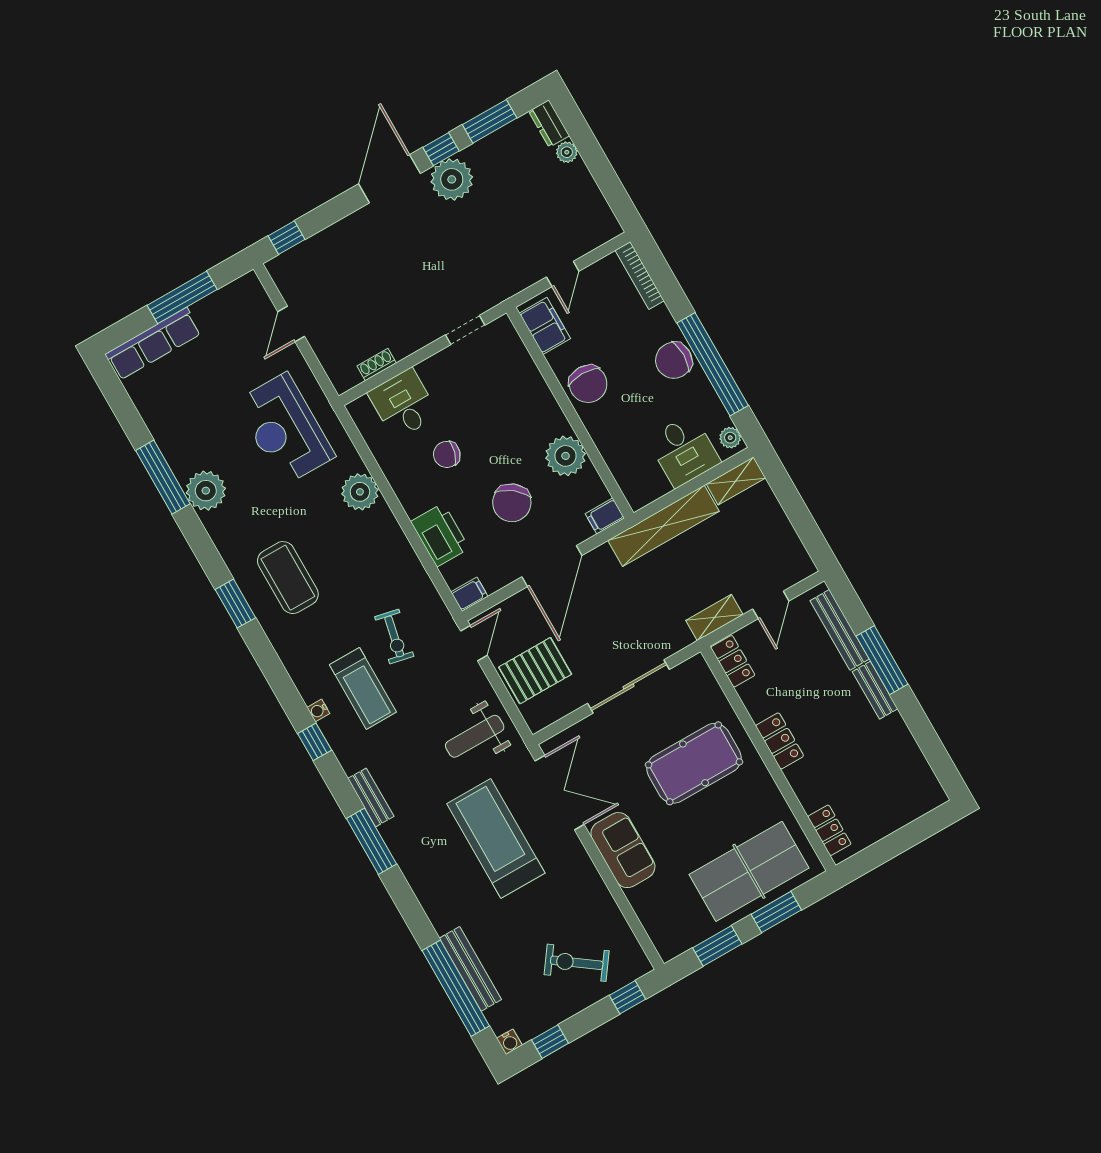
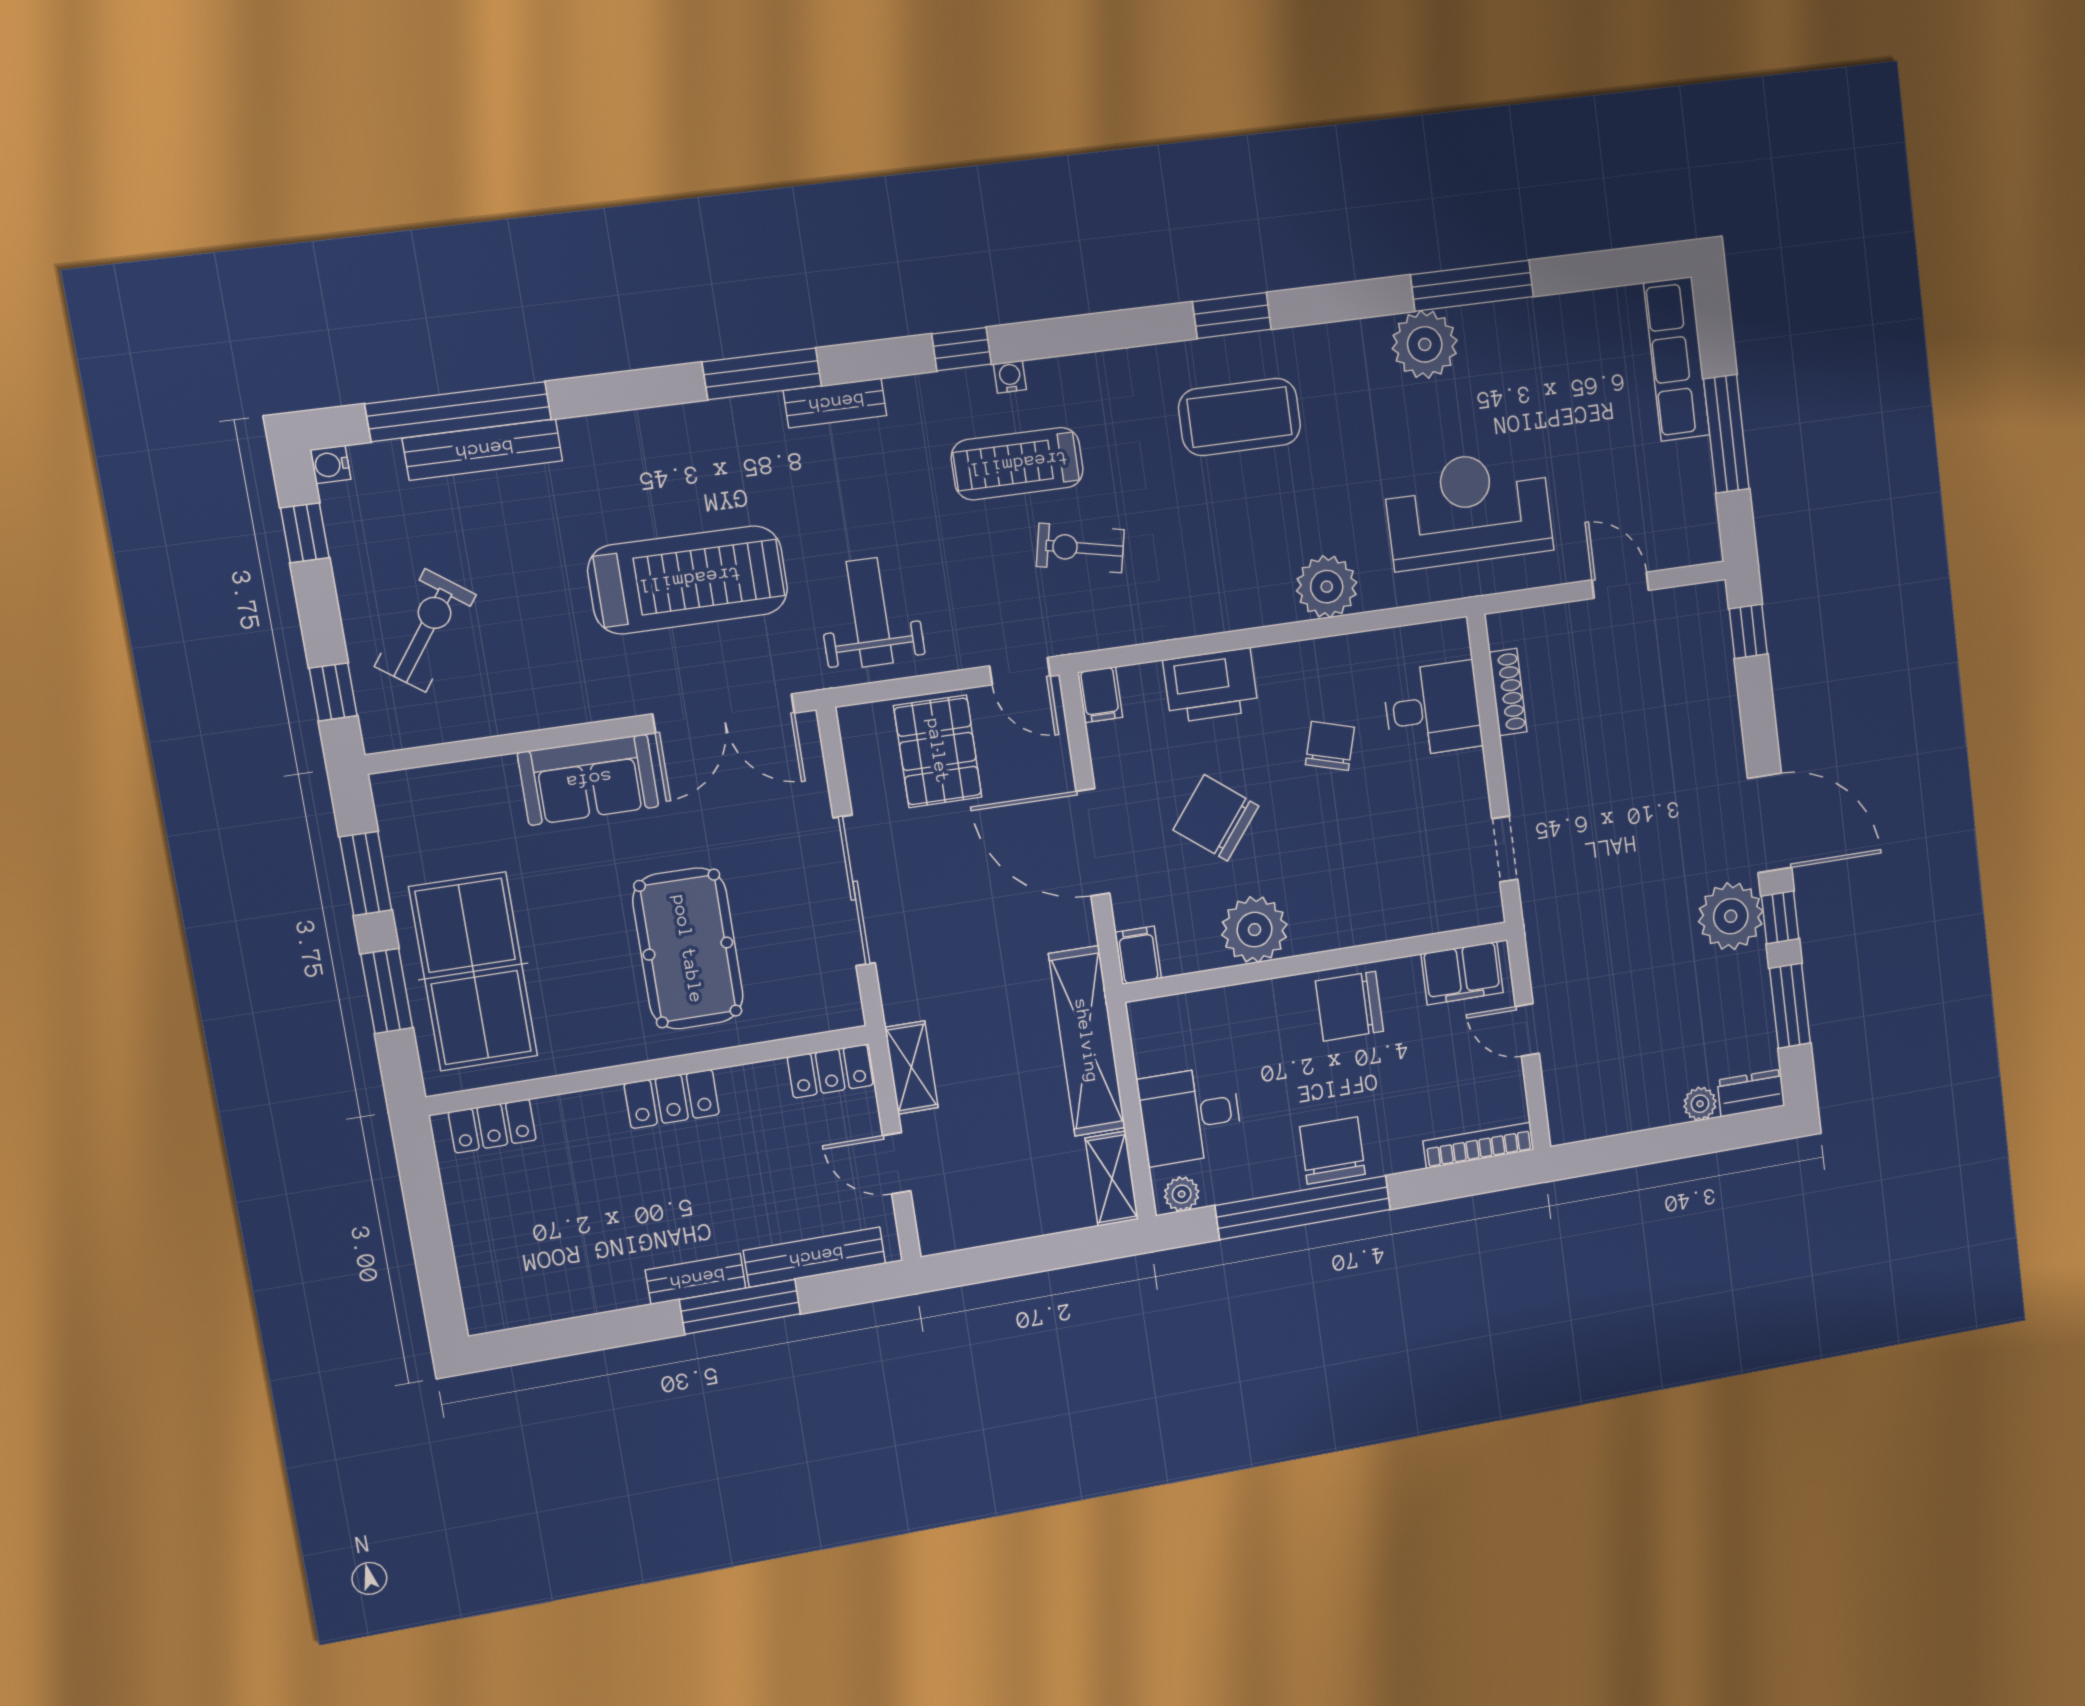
shoe rack: (377, 365) -> (1508, 692), width x1.43

